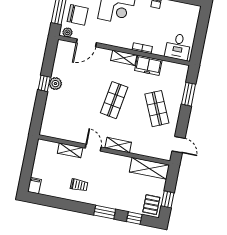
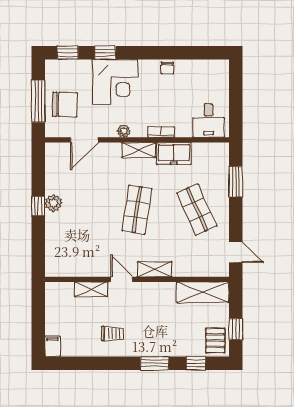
plant: (67, 32) -> (124, 131), moved

